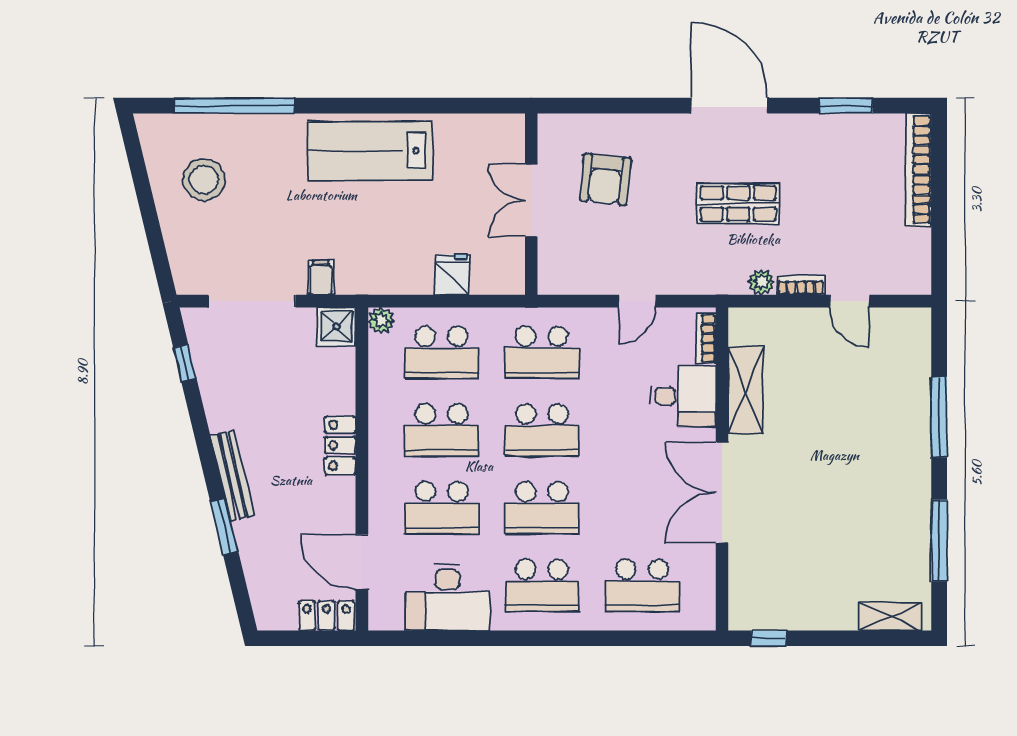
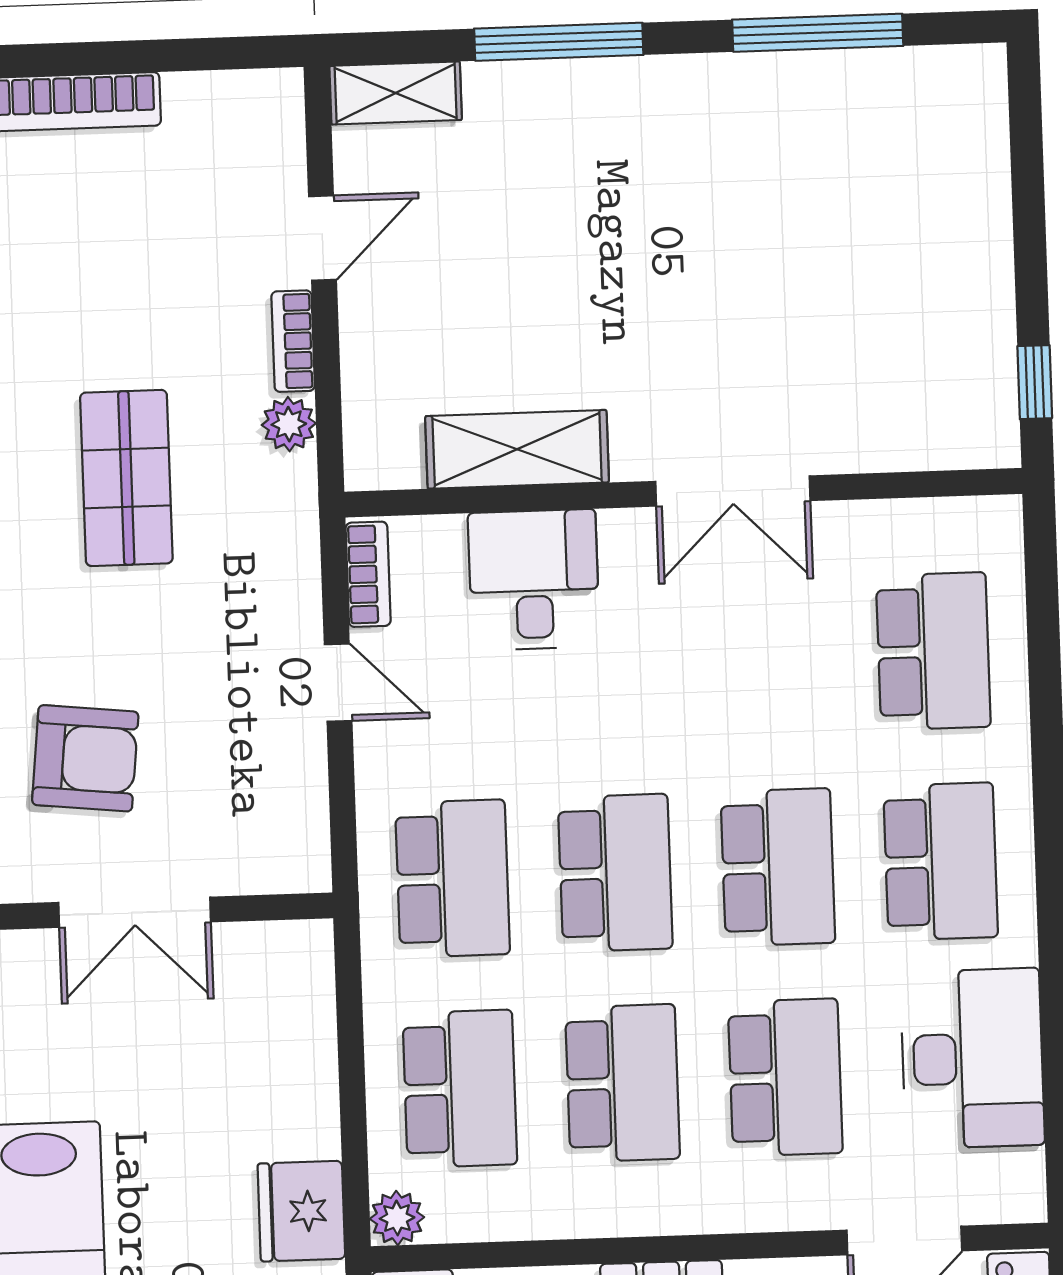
fridge: (452, 275) -> (301, 1211), moved, width x1.38
bookcase: (706, 338) -> (368, 574), moved, turned -90
double door: (722, 492) -> (733, 491), width x0.73
shelving: (890, 617) -> (396, 93), moved, turned 90

